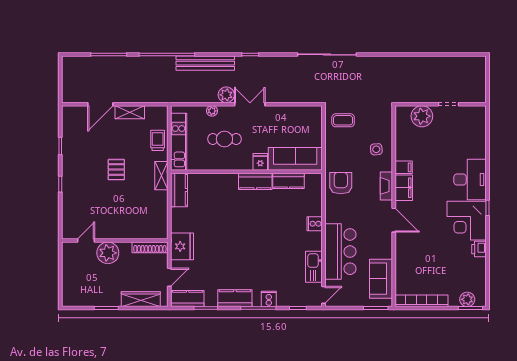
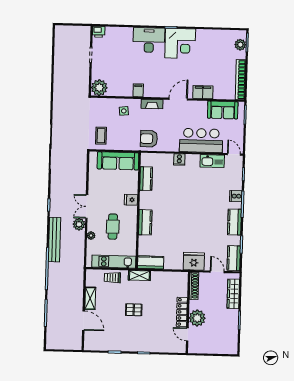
plant: (422, 116) -> (99, 88), moved
sofa: (295, 159) -> (118, 161), moved, turned -90
kitchen counter: (255, 181) -> (145, 222), moved
filing cabinet: (404, 188) -> (203, 92), moved
locker: (115, 233) -> (182, 312), added
printer: (479, 249) -> (99, 32), moved

